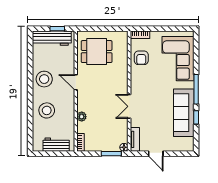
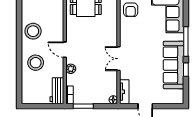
door: (76, 82) -> (65, 50), moved
workbench: (56, 145) -> (57, 91), moved, turned -90
window: (111, 154) -> (83, 106), moved

